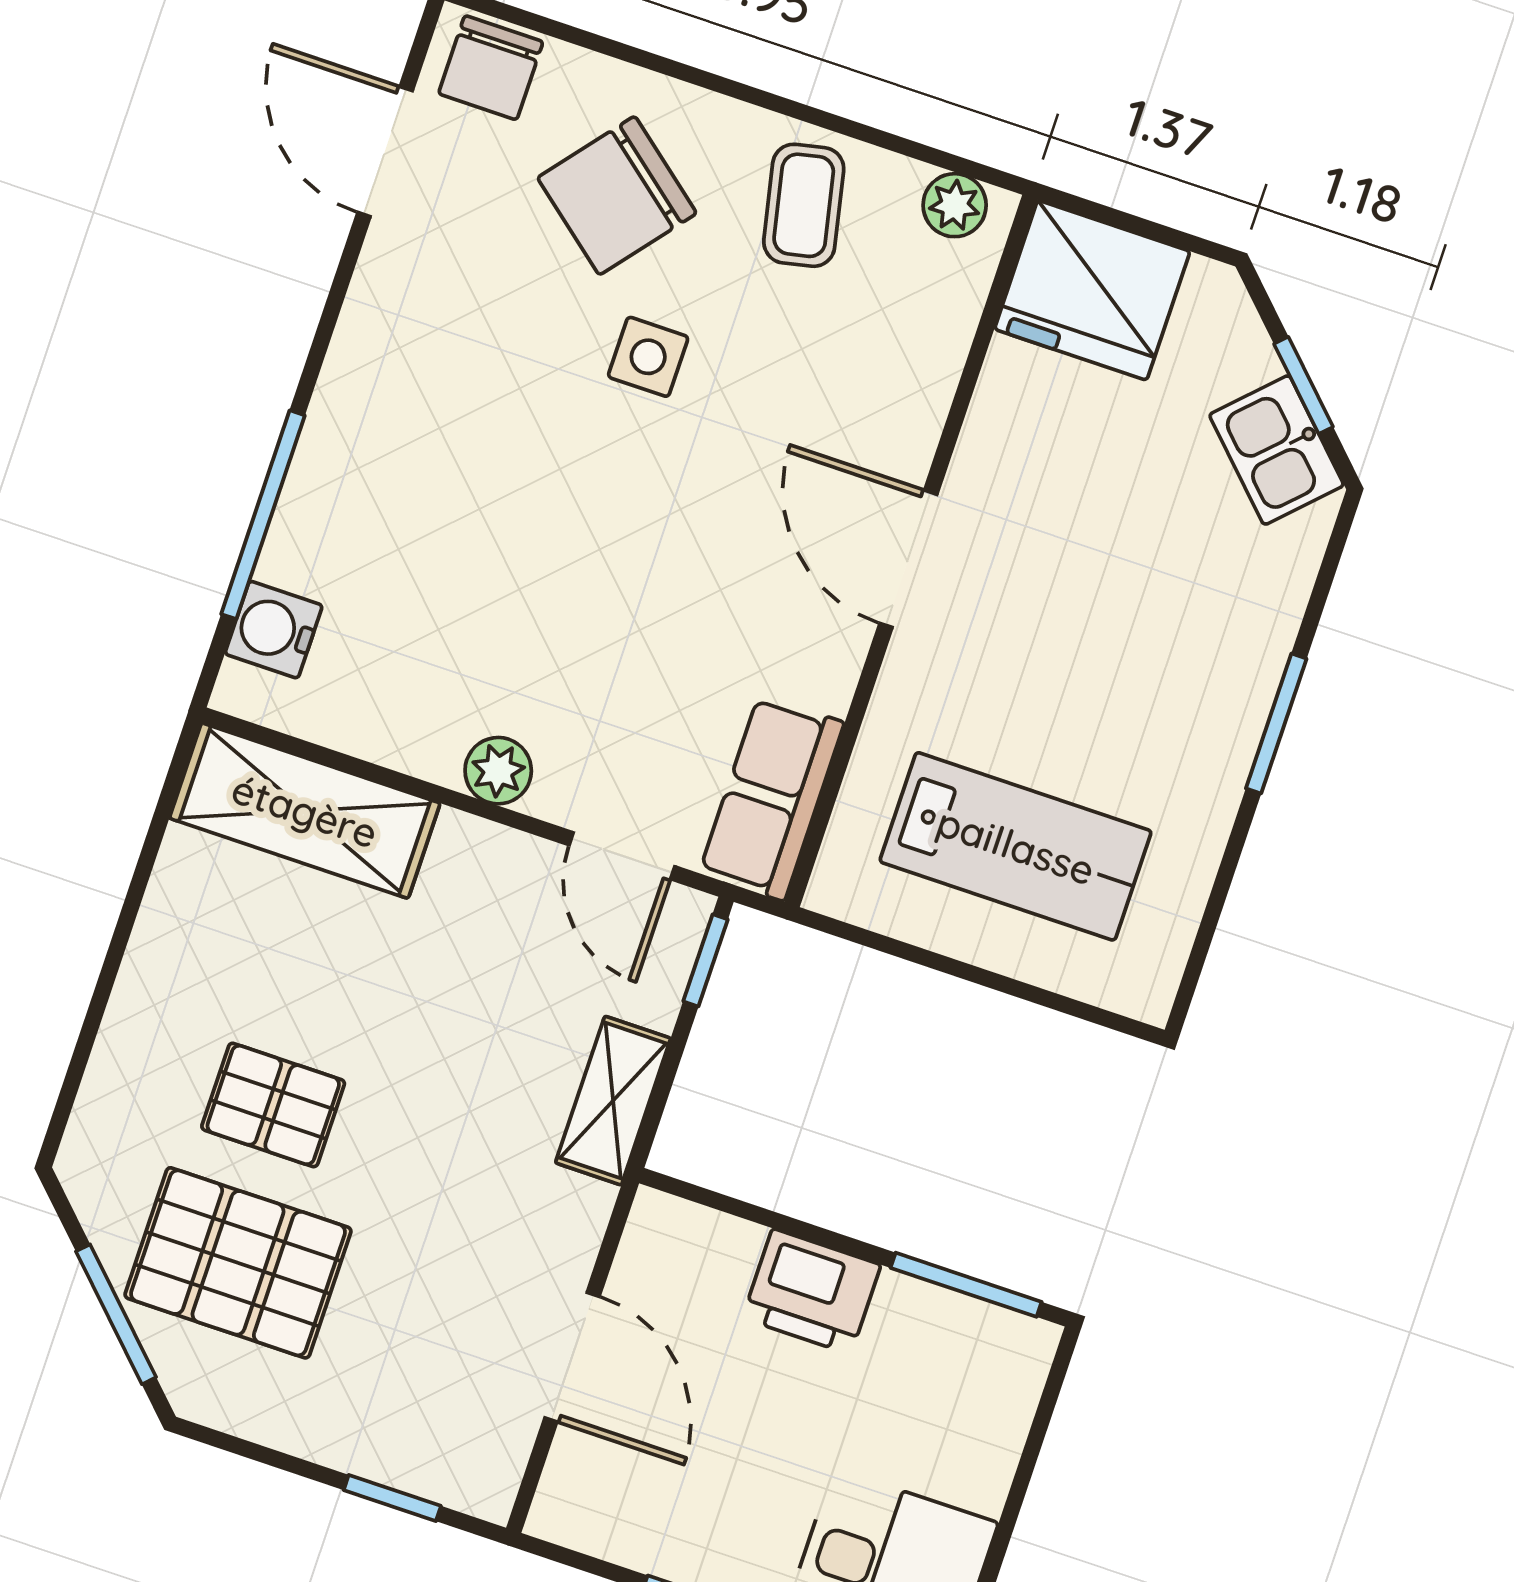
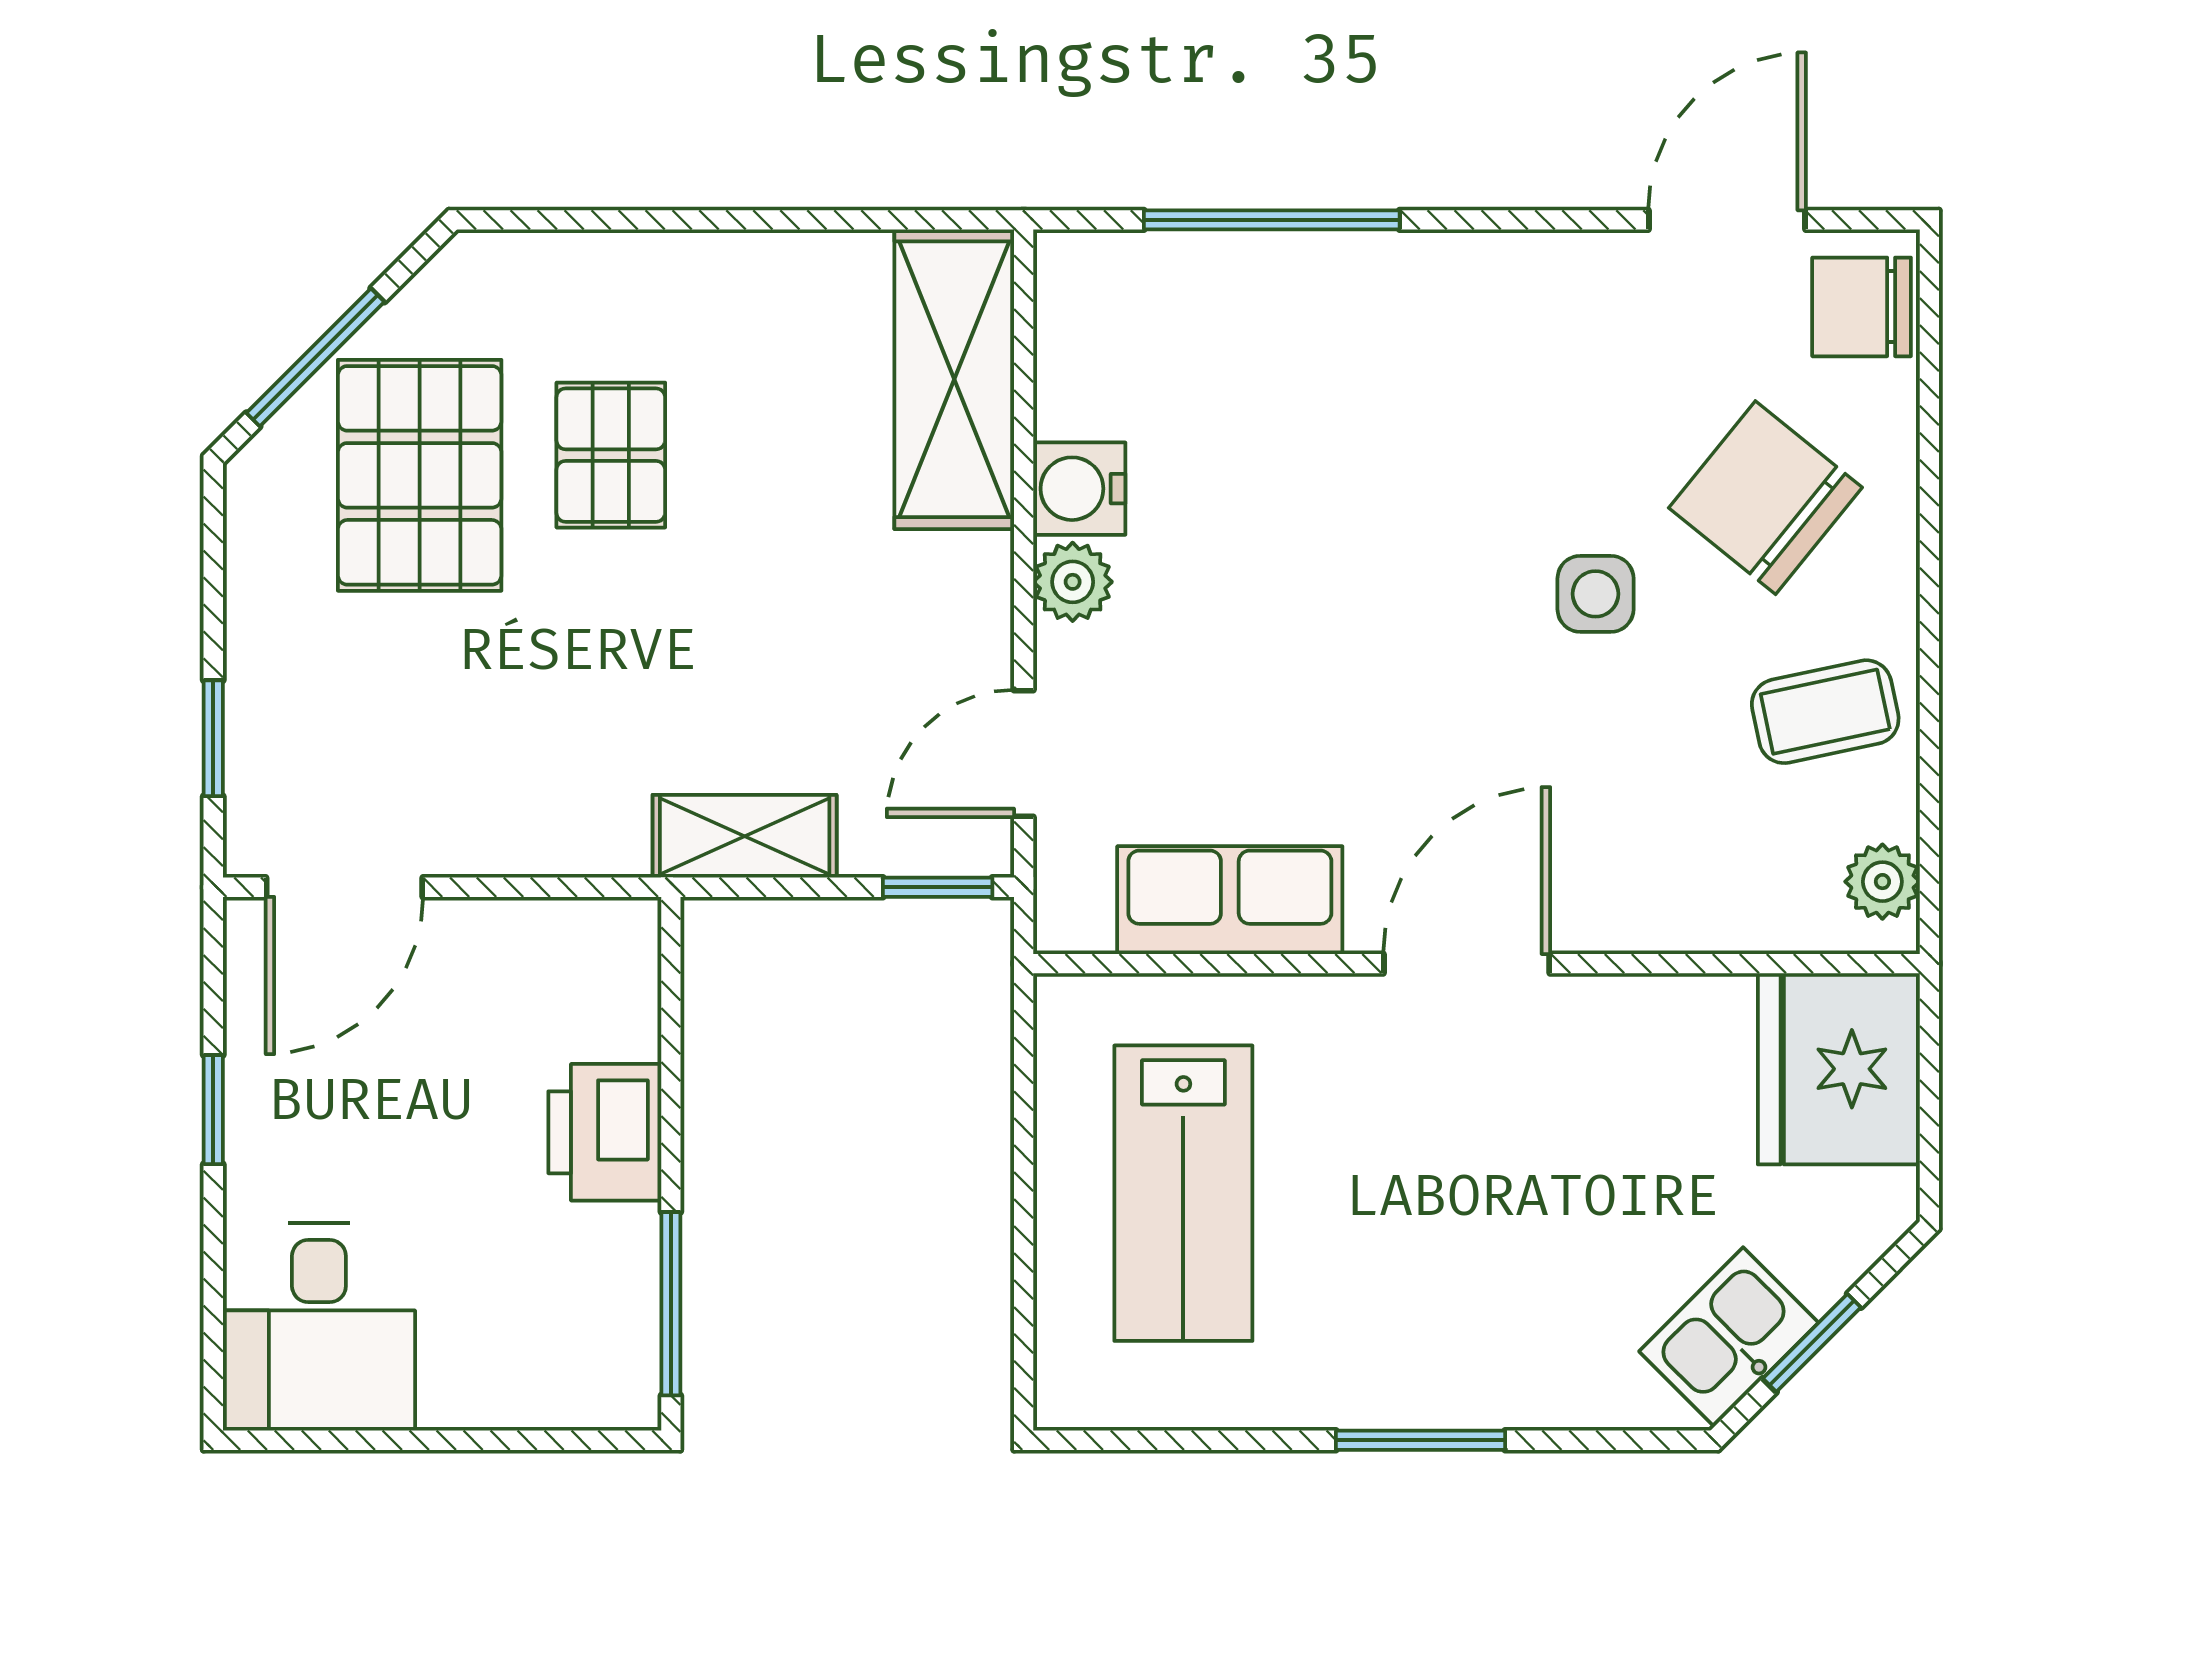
water cooler: (274, 630) -> (1079, 489), moved, turned -90
row of seats: (772, 798) -> (1230, 900), moved
door: (572, 1357) -> (344, 887), moved

